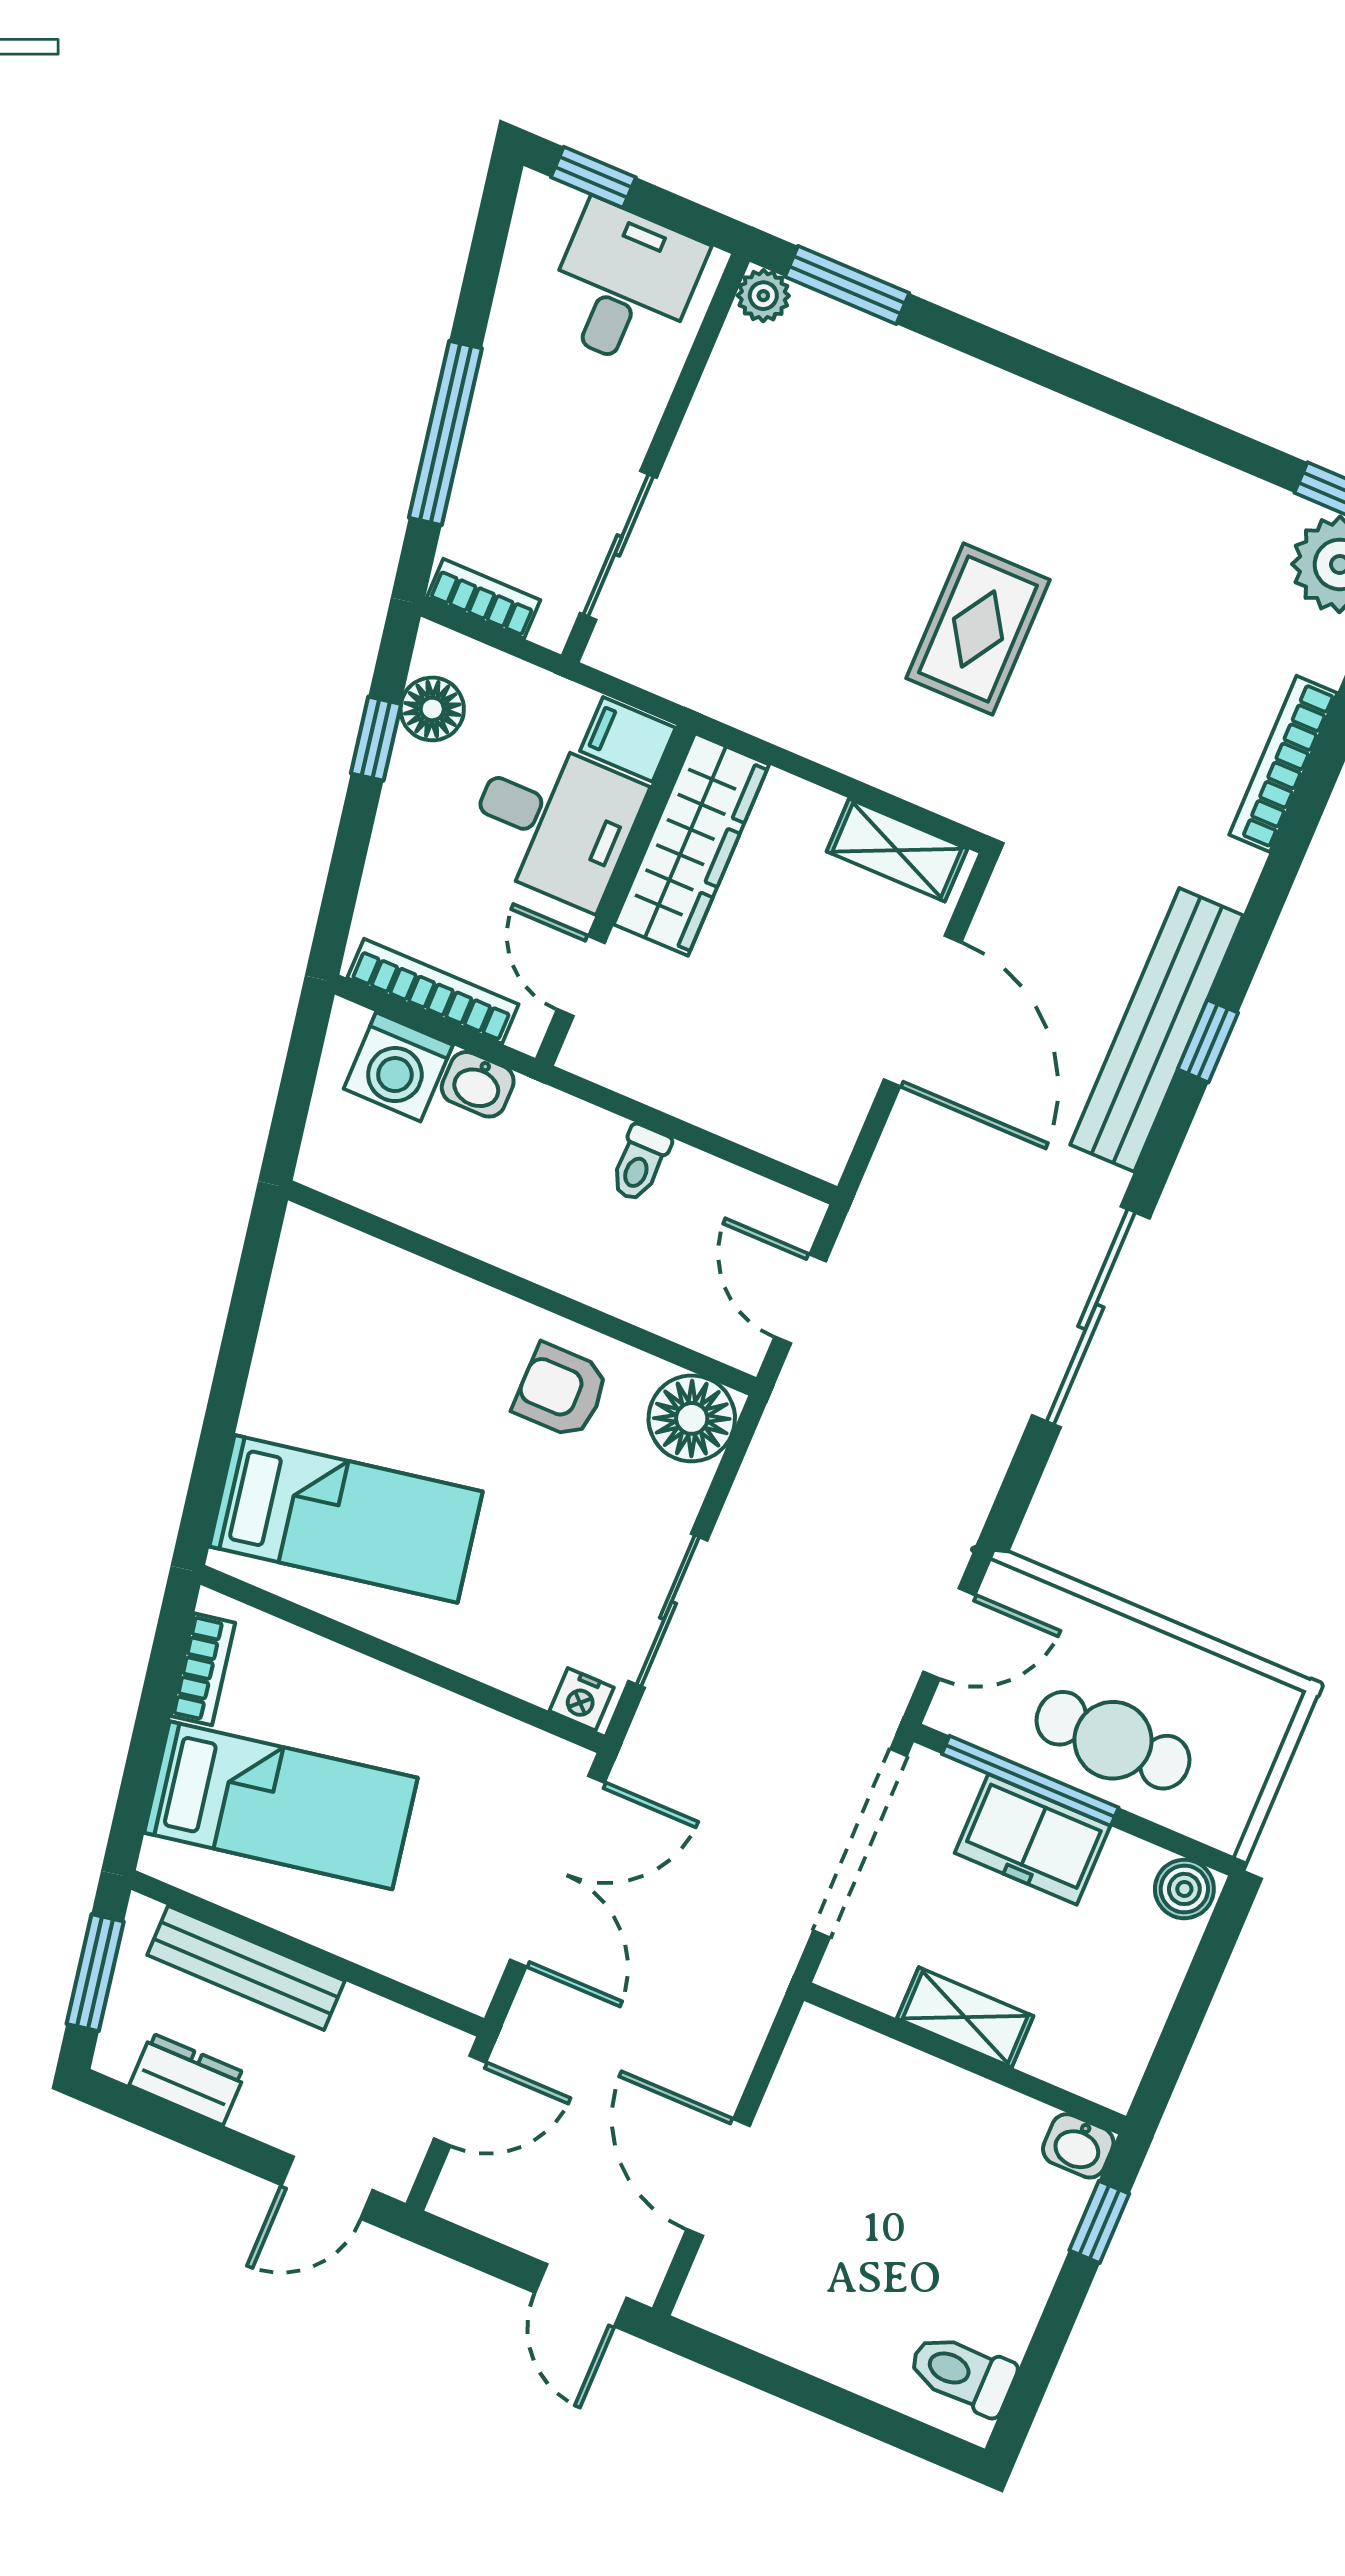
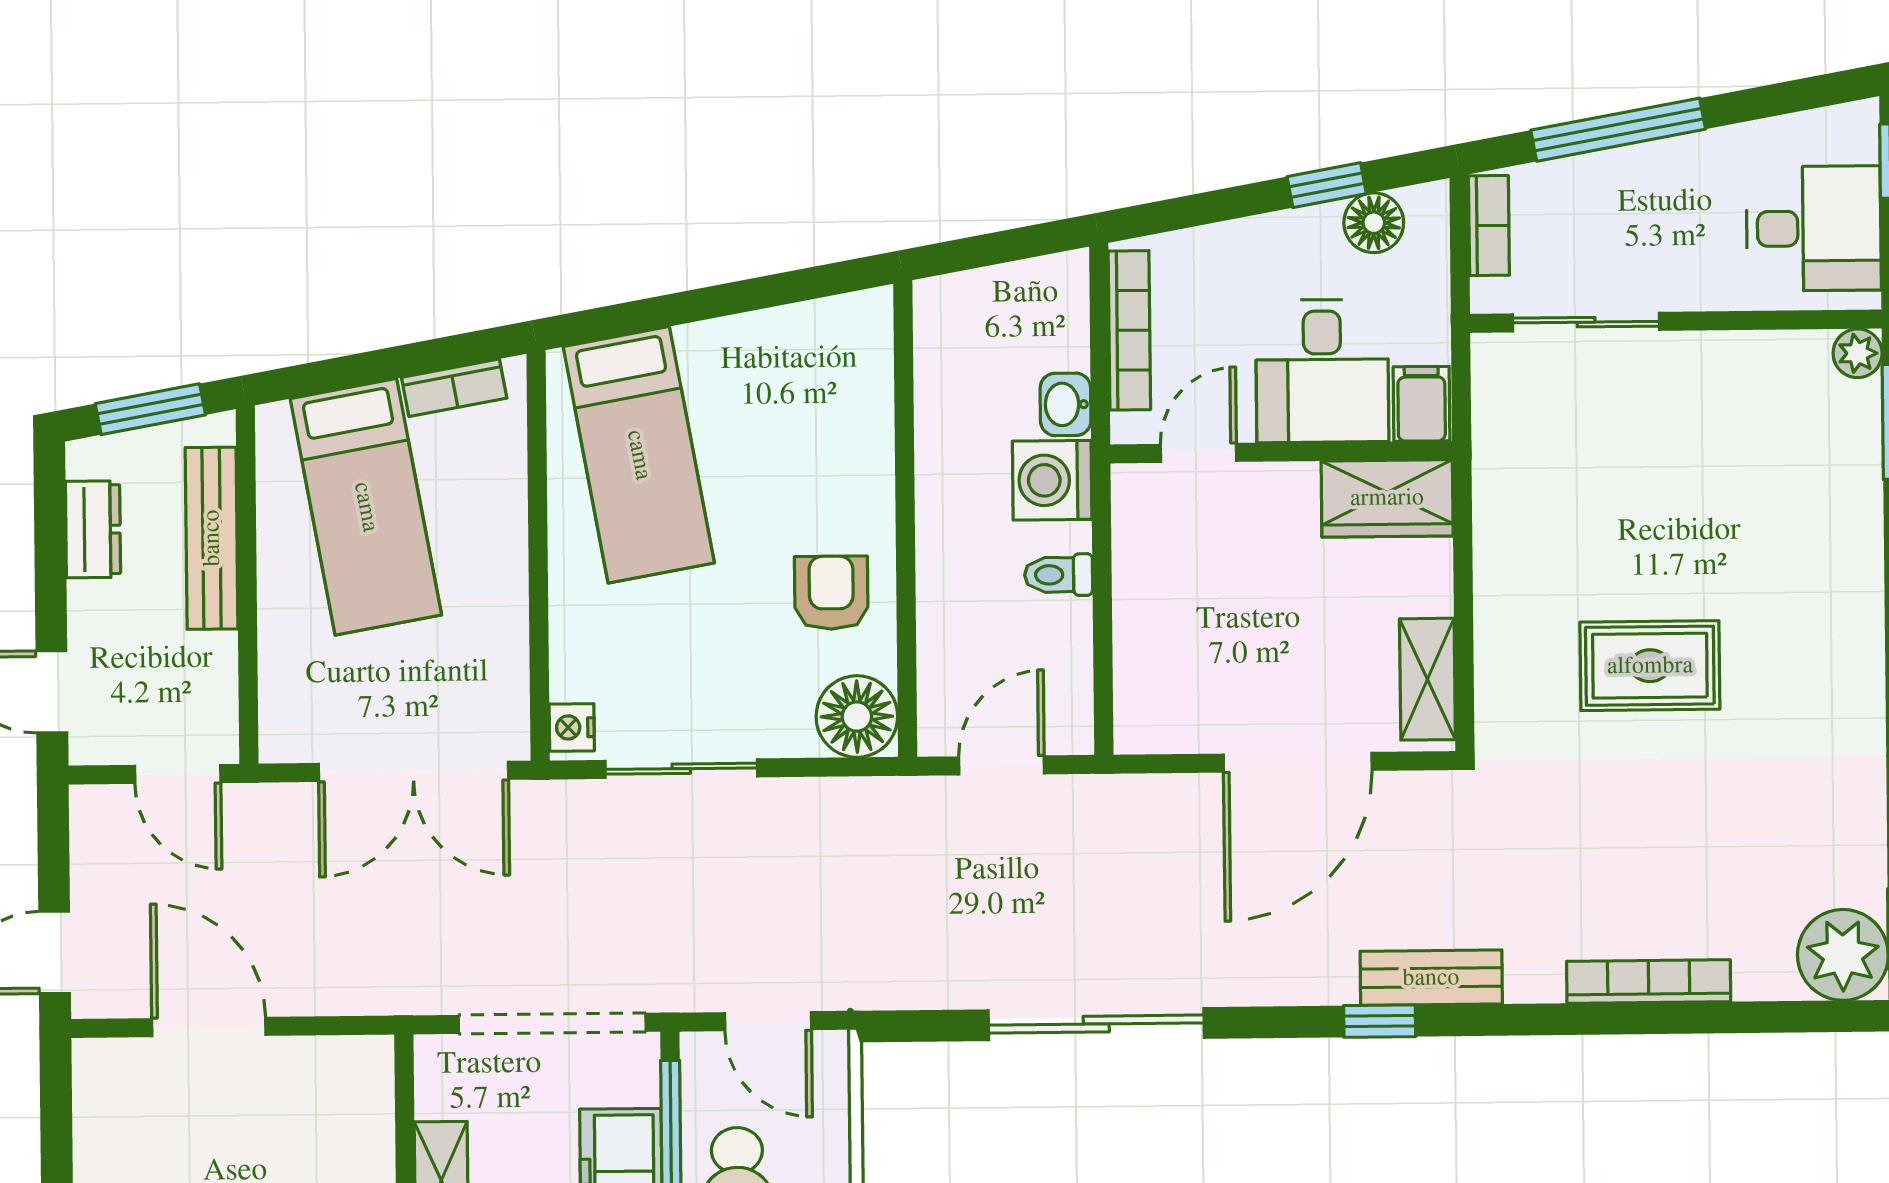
wardrobe: (691, 845) -> (1387, 498), width x0.67
bench: (1157, 1030) -> (1431, 978), width x0.54, depth x0.82
washing machine: (398, 1067) -> (1052, 480), moved
door: (718, 2178) -> (209, 1027), hinge flipped

